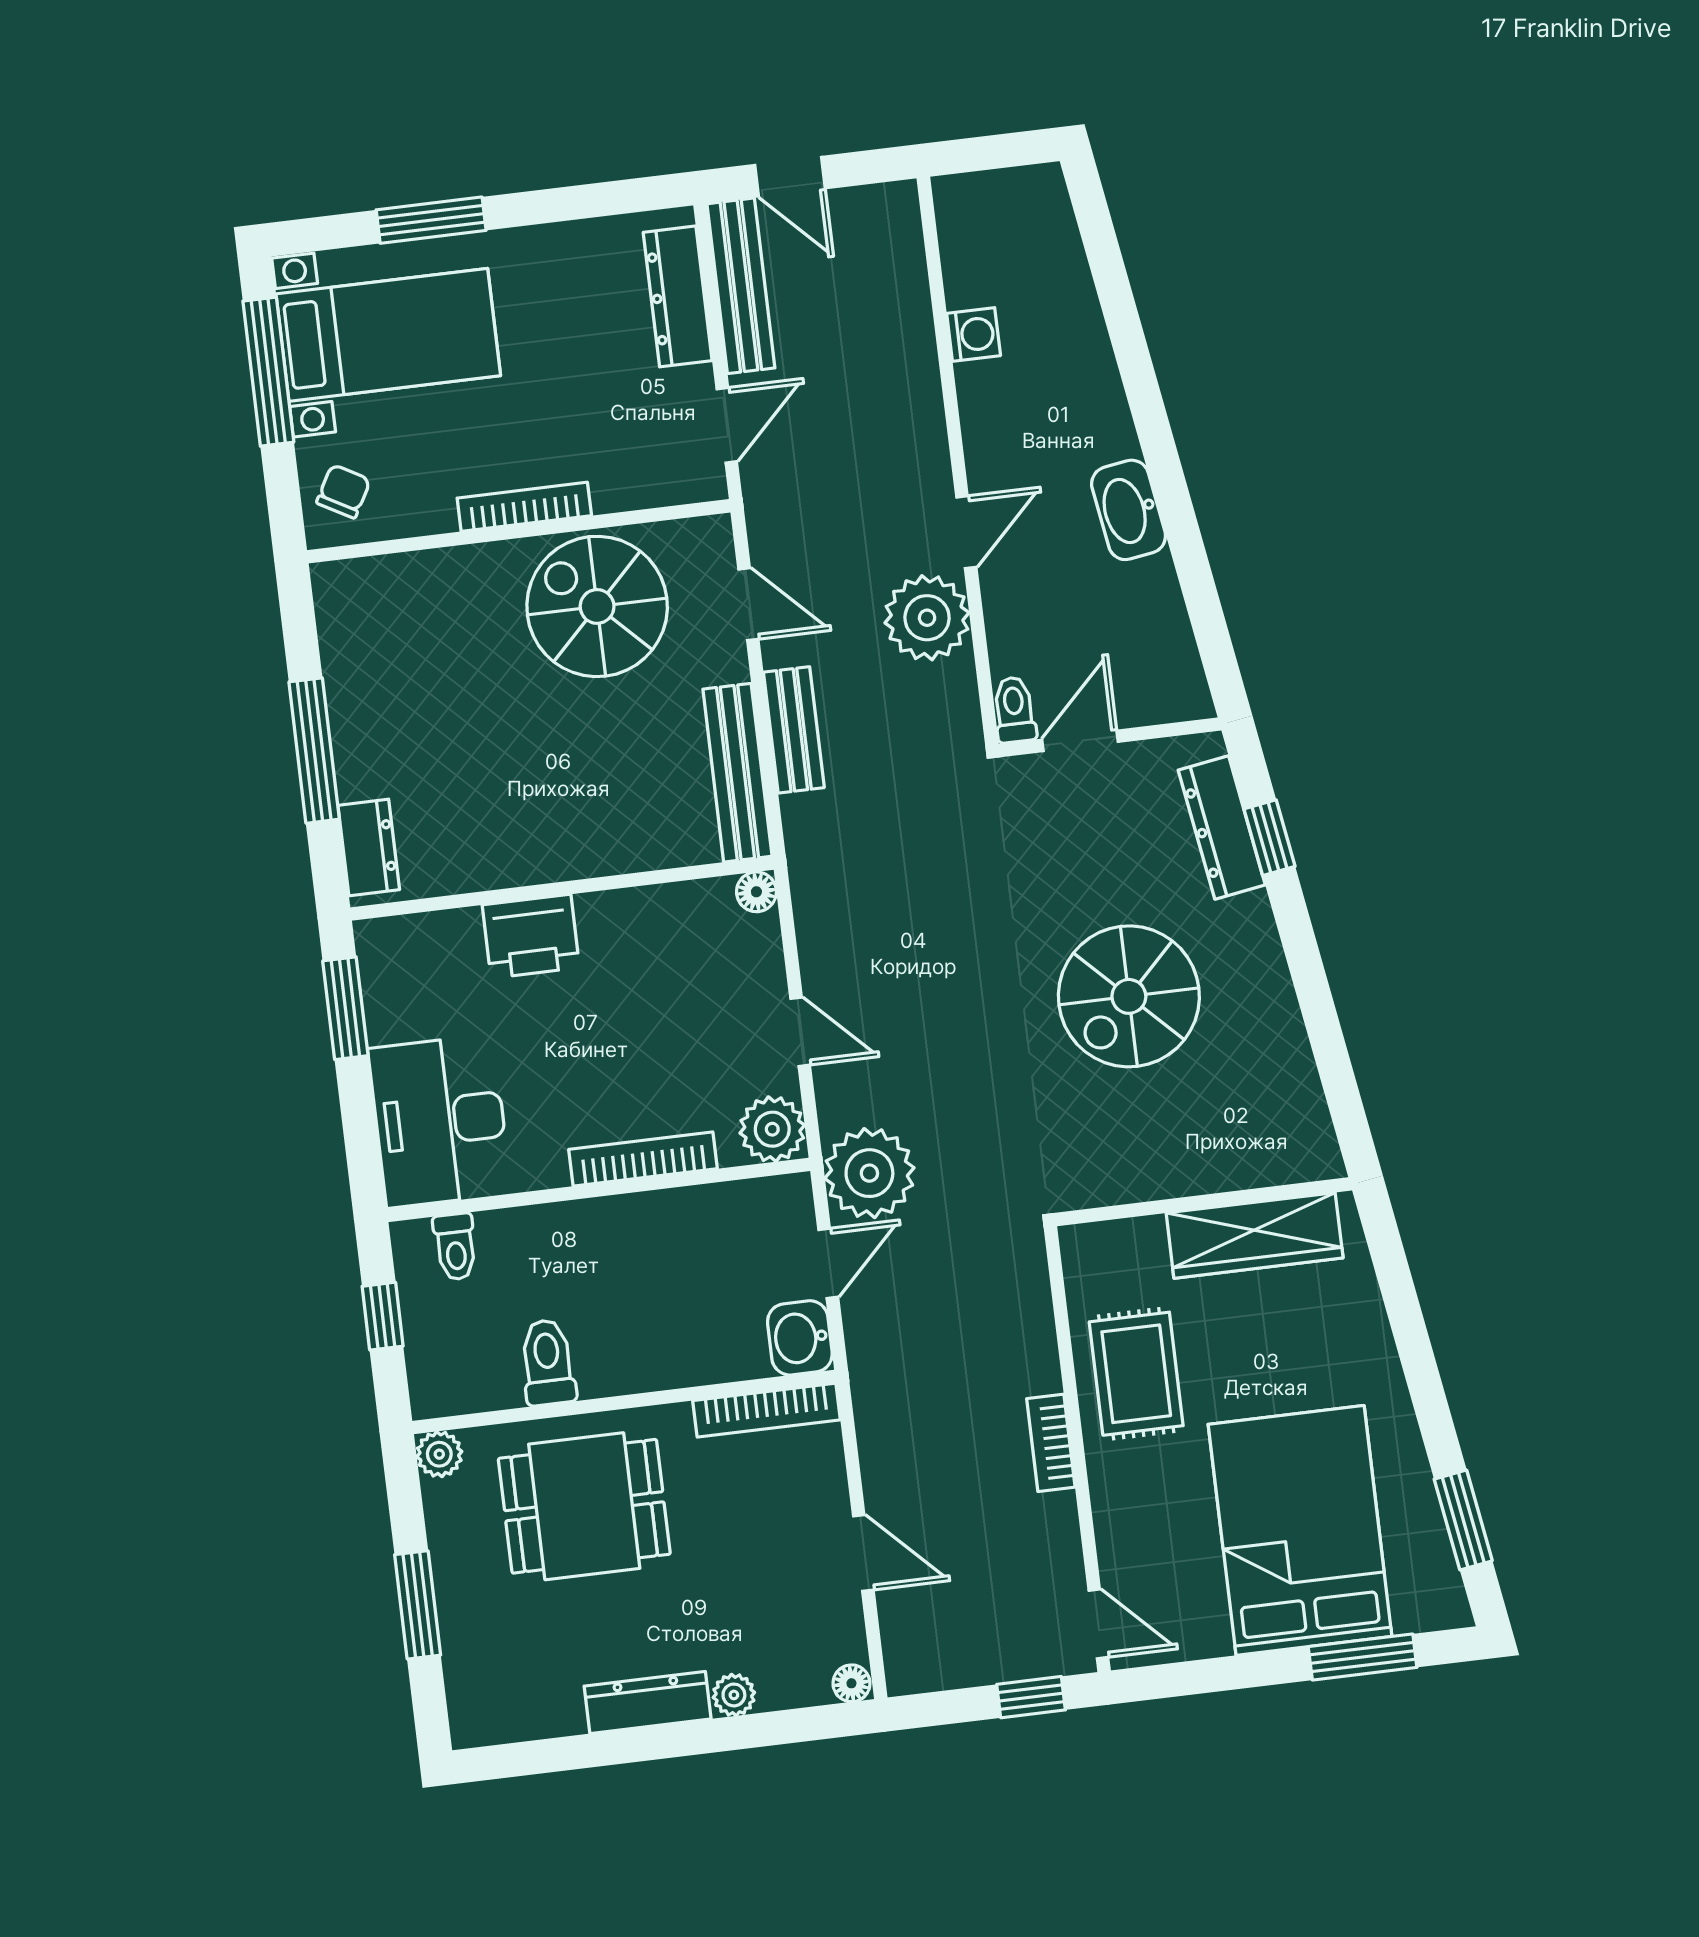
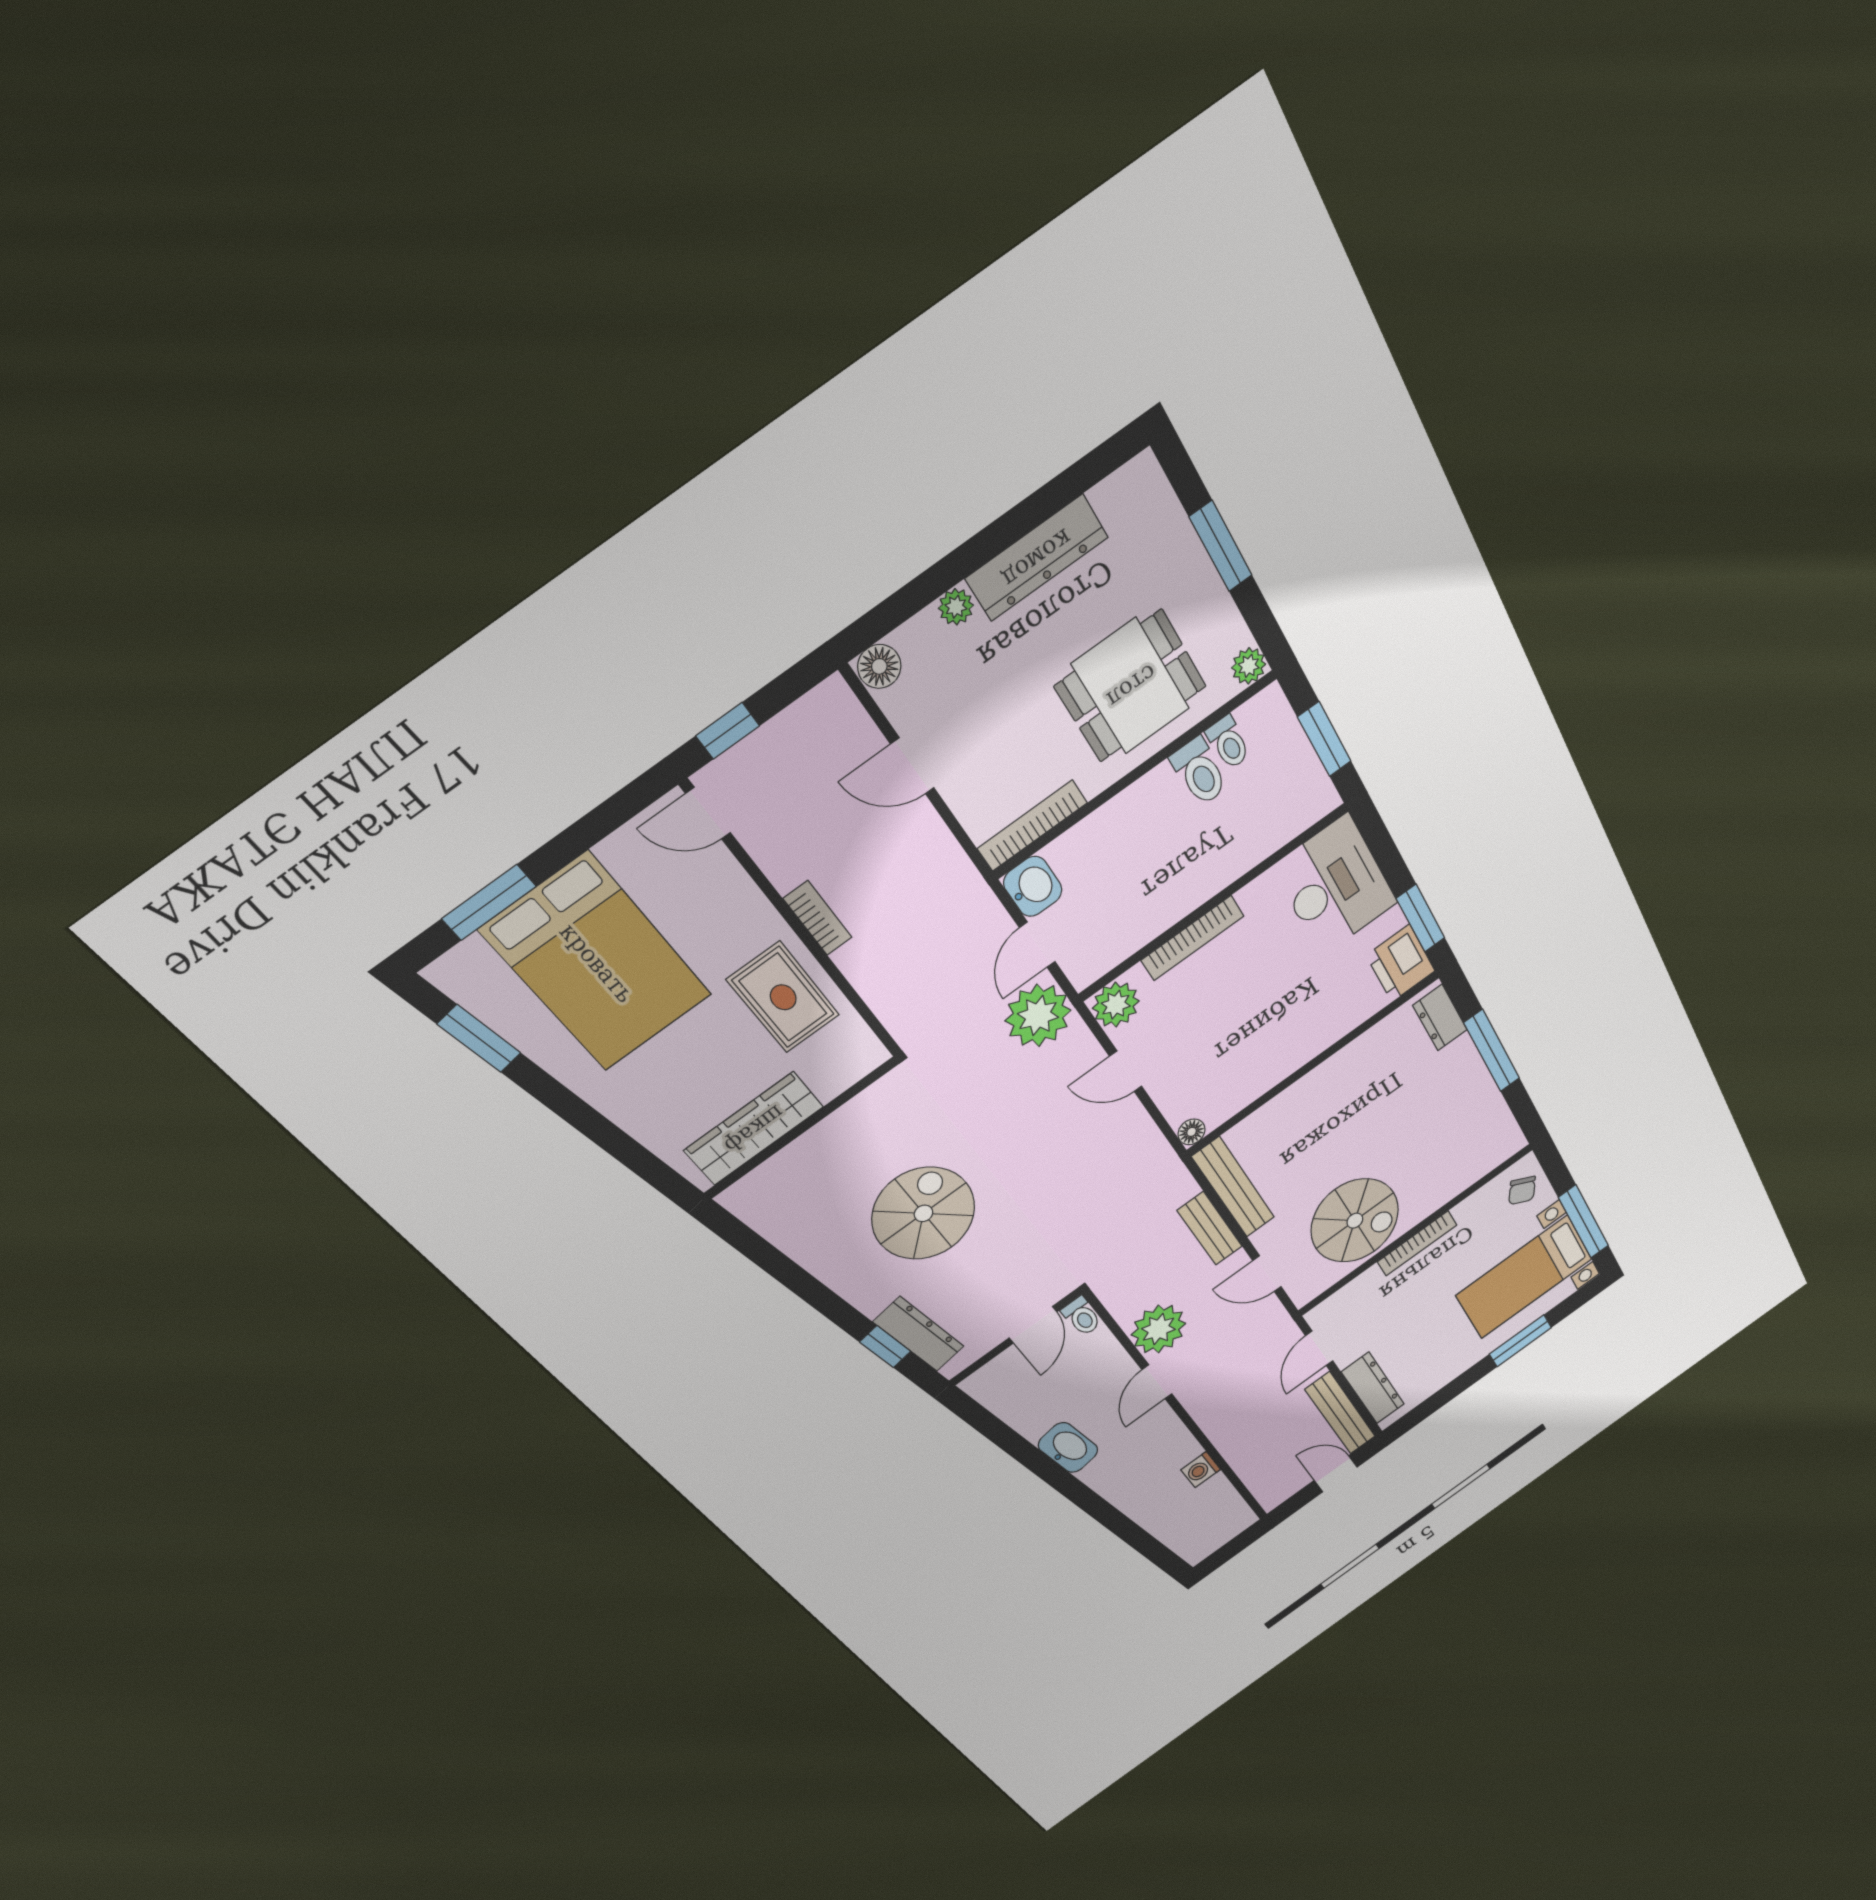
printer: (531, 936) -> (1401, 963), moved, turned -90
toilet: (455, 1247) -> (1228, 743), moved, turned 180
window: (383, 1316) -> (1324, 739), width x1.50
floor lamp: (851, 1683) -> (879, 666), width x1.37, depth x1.37
dresser: (648, 1702) -> (1037, 558), width x1.37, depth x1.24

